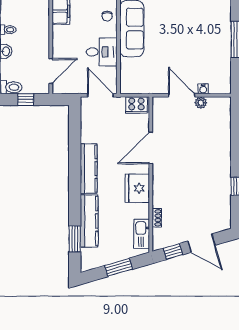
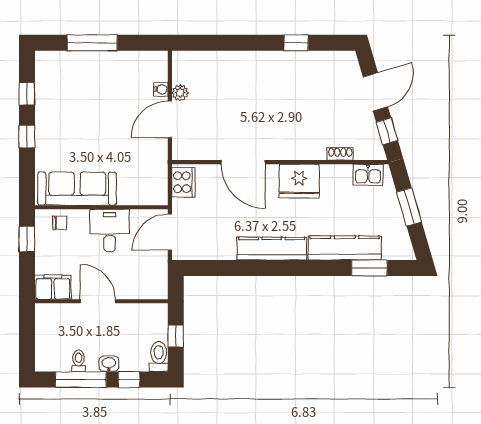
door: (51, 71) -> (98, 301), moved
kitchen sink: (142, 234) -> (368, 175), width x0.73

